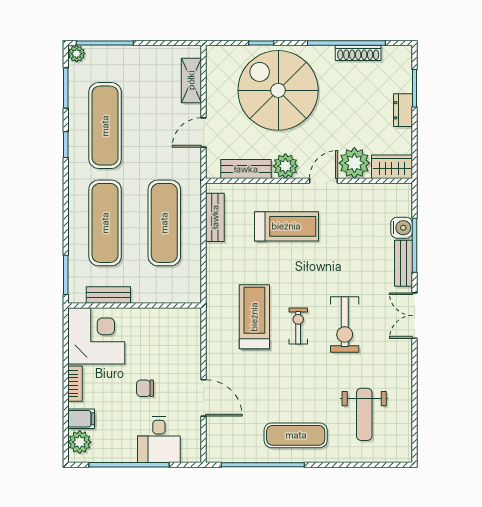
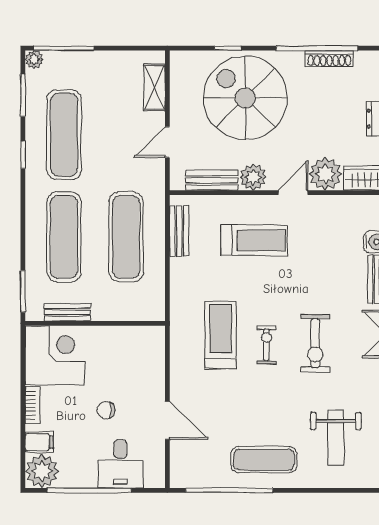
plant: (80, 442) -> (42, 471), width x1.36, depth x1.36

